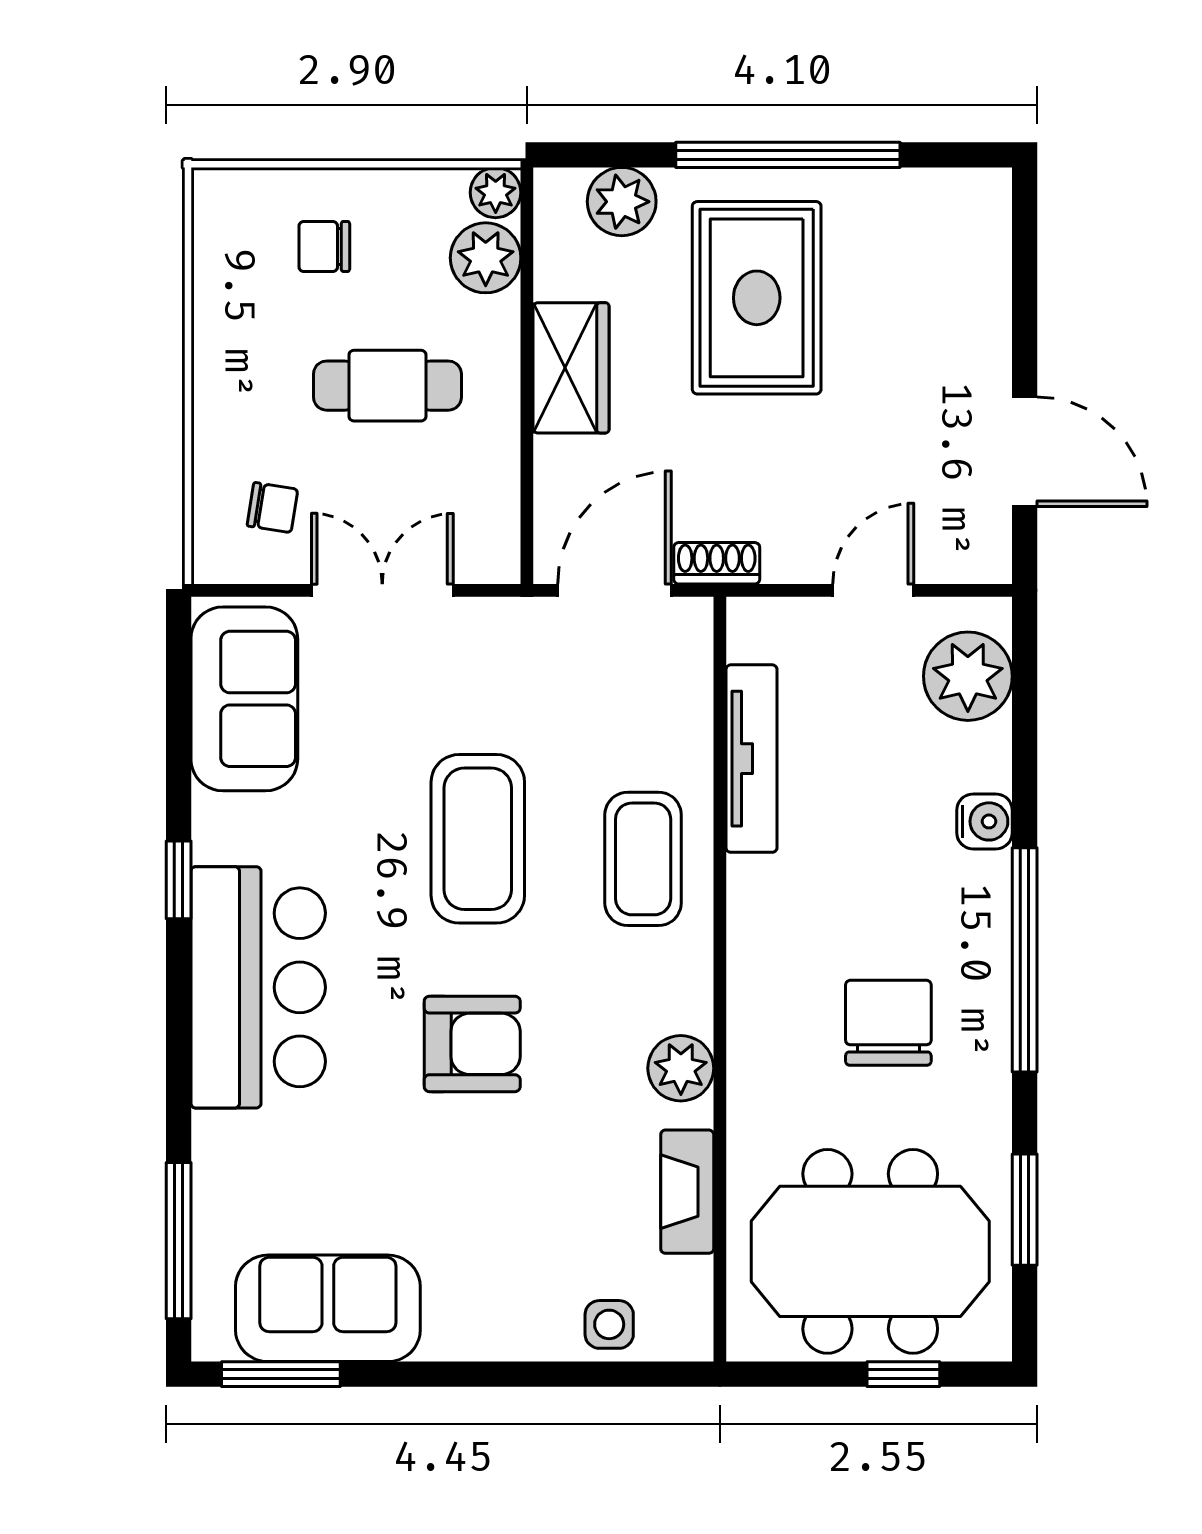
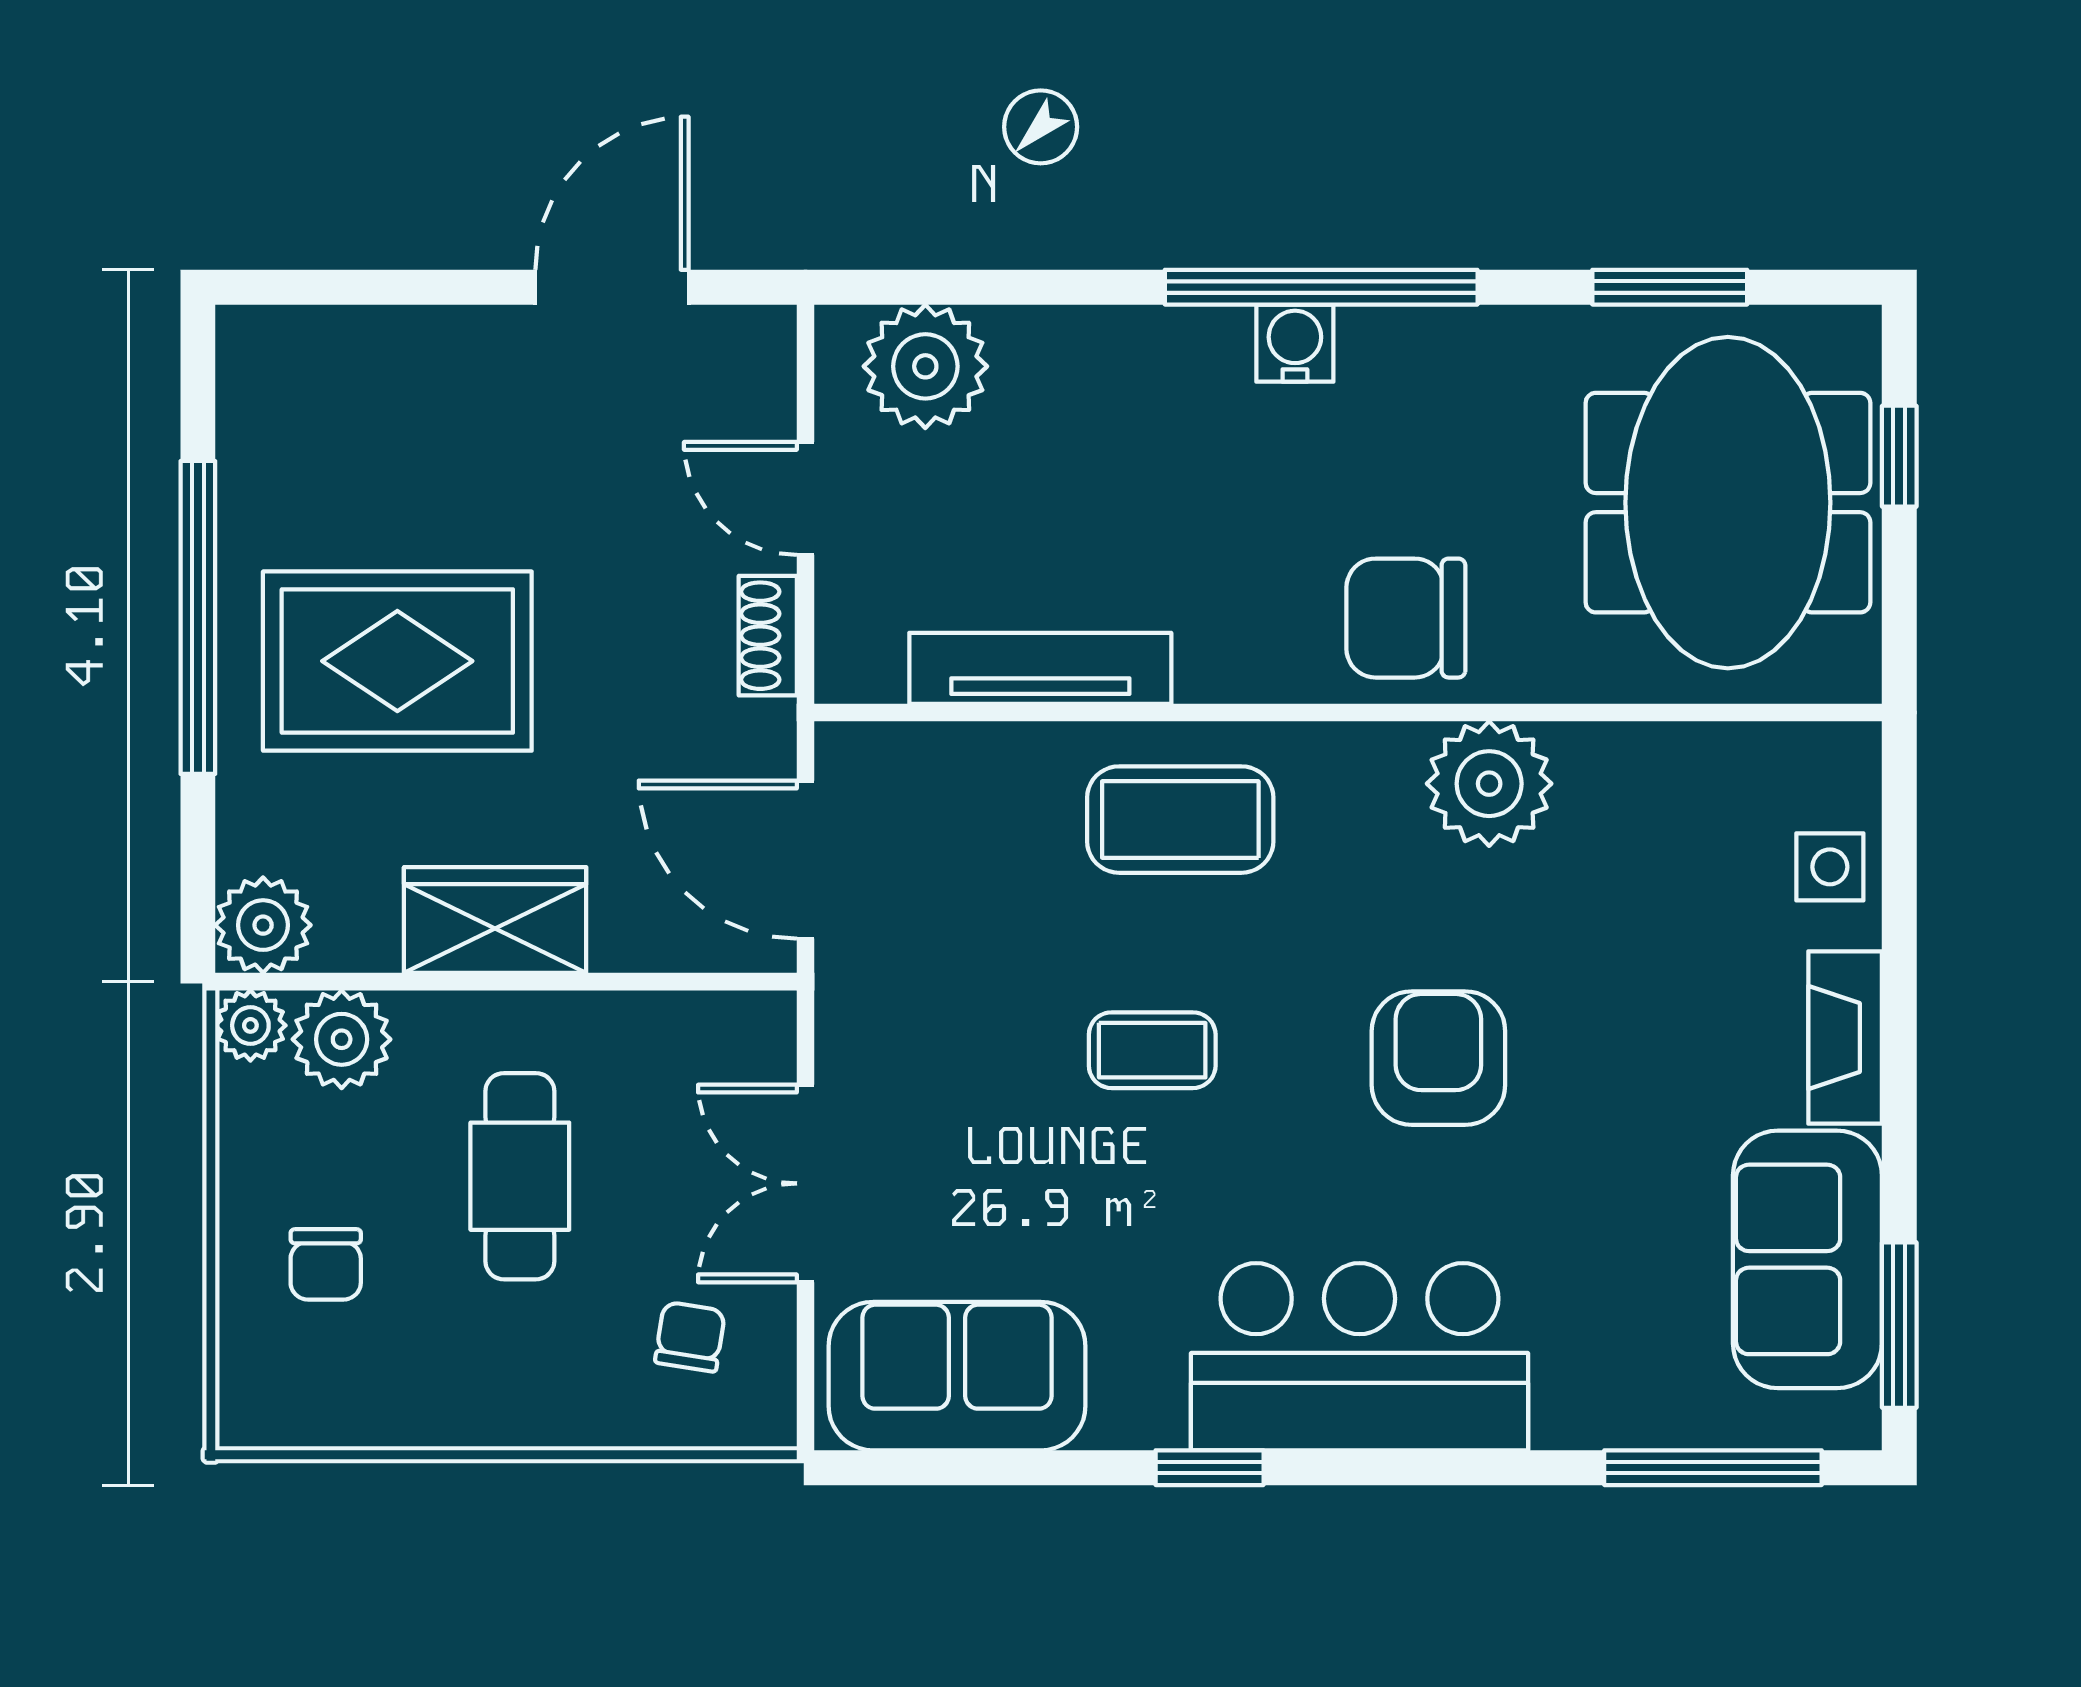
plant: (622, 202) -> (263, 925), moved
shoe rack: (717, 563) -> (768, 636), moved
water cooler: (985, 821) -> (1295, 343), moved
coffee table: (478, 839) -> (1152, 1050), width x0.54, depth x0.58
chair: (888, 1023) -> (1406, 618), moved
plant: (681, 1068) -> (1489, 784), width x1.36, depth x1.36
fireplace: (687, 1192) -> (1845, 1038), moved, turned 90

